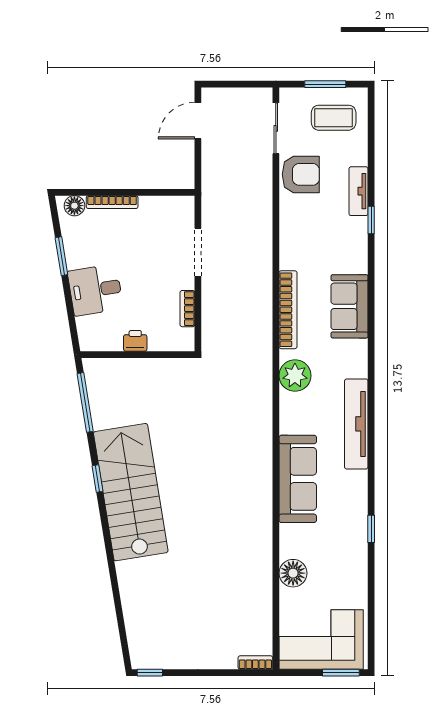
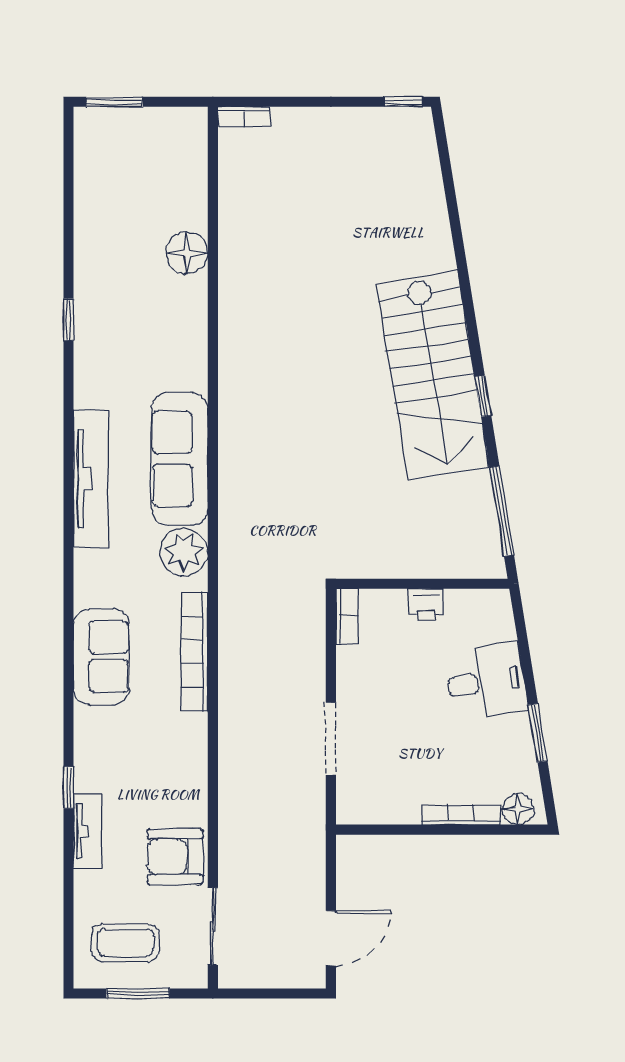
bookcase: (187, 309) -> (347, 616), moved
sofa: (298, 479) -> (180, 459), moved
corner sofa: (321, 639) -> (144, 152), removed

